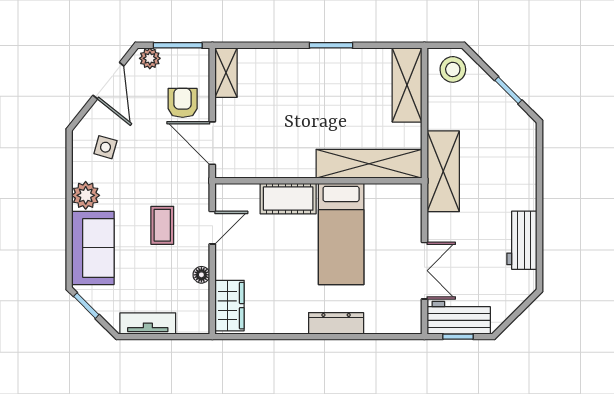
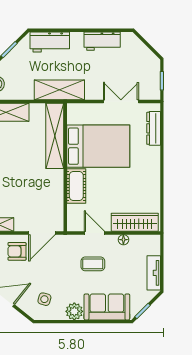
bed: (341, 234) -> (98, 146), width x1.50
wardrobe: (230, 306) -> (135, 222), width x1.50
workbench: (459, 318) -> (50, 42), moved, turned -90
dresser: (336, 323) -> (154, 128), moved

